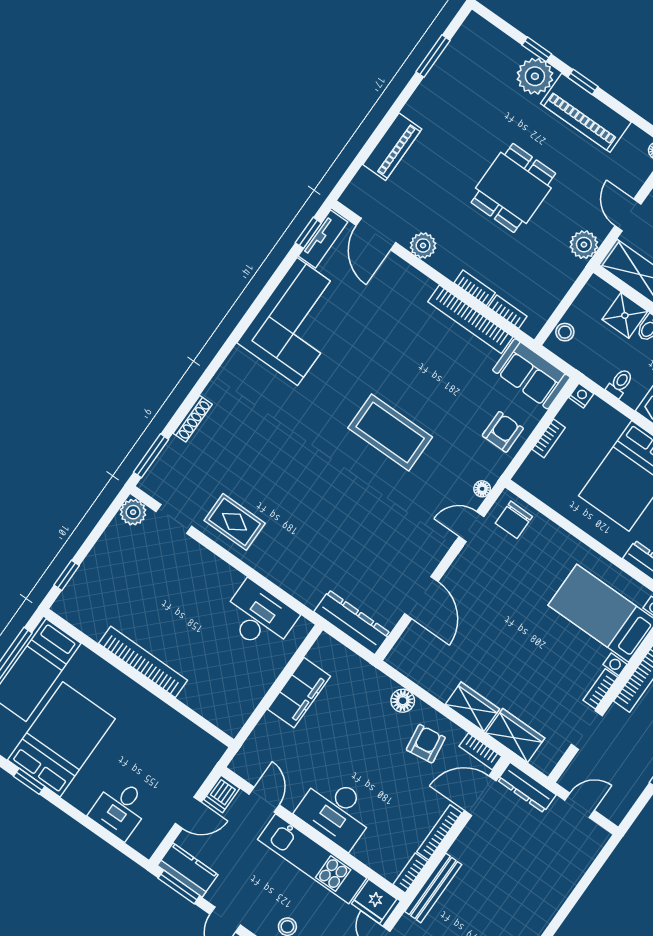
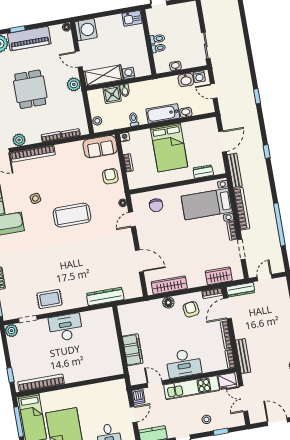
bookcase: (470, 319) -> (33, 154), moved
side table: (361, 355) -> (35, 198), added
chair: (514, 520) -> (156, 205), moved
desk: (259, 617) -> (66, 327), moved
dresser: (352, 622) -> (105, 296), moved
bookcase: (143, 662) -> (41, 383), moved
filing cabinet: (299, 693) -> (133, 350), moved
wardrobe: (472, 707) -> (169, 285), moved, width x1.50

